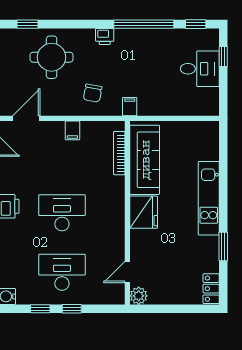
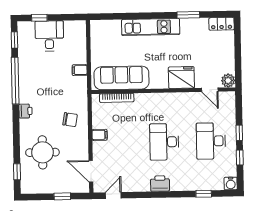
filing cabinet: (130, 107) -> (80, 70), moved
fridge: (144, 212) -> (181, 78), moved

